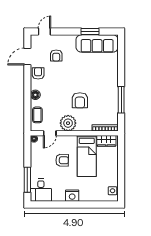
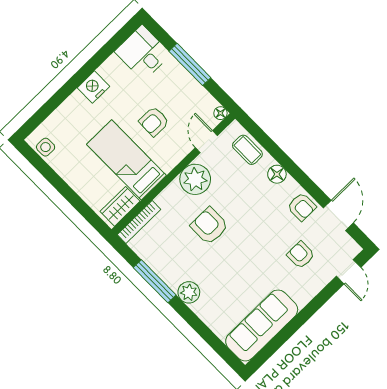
window: (90, 31) -> (287, 332), removed
plant: (112, 83) -> (189, 292), added
window: (27, 180) -> (190, 64), moved

